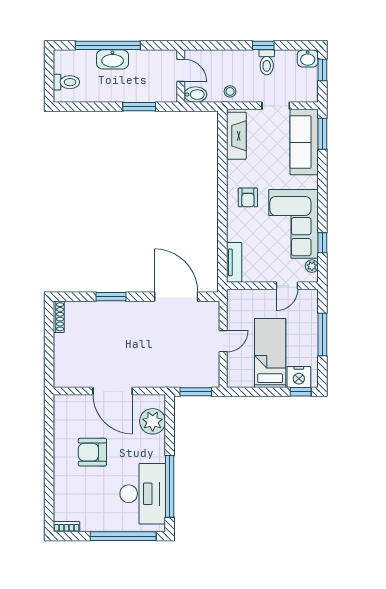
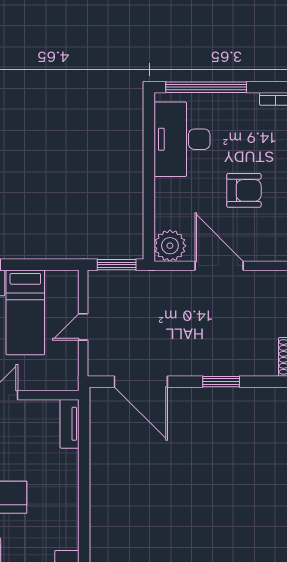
armchair: (248, 197) -> (53, 504), removed
plant: (153, 421) -> (170, 246), moved
window: (170, 486) -> (149, 148), removed

